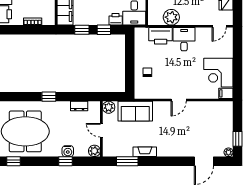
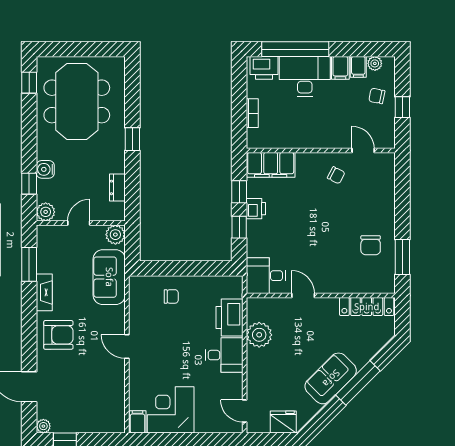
printer: (116, 19) -> (256, 209), moved
armchair: (171, 143) -> (58, 335), added
window: (65, 161) -> (29, 184), moved

